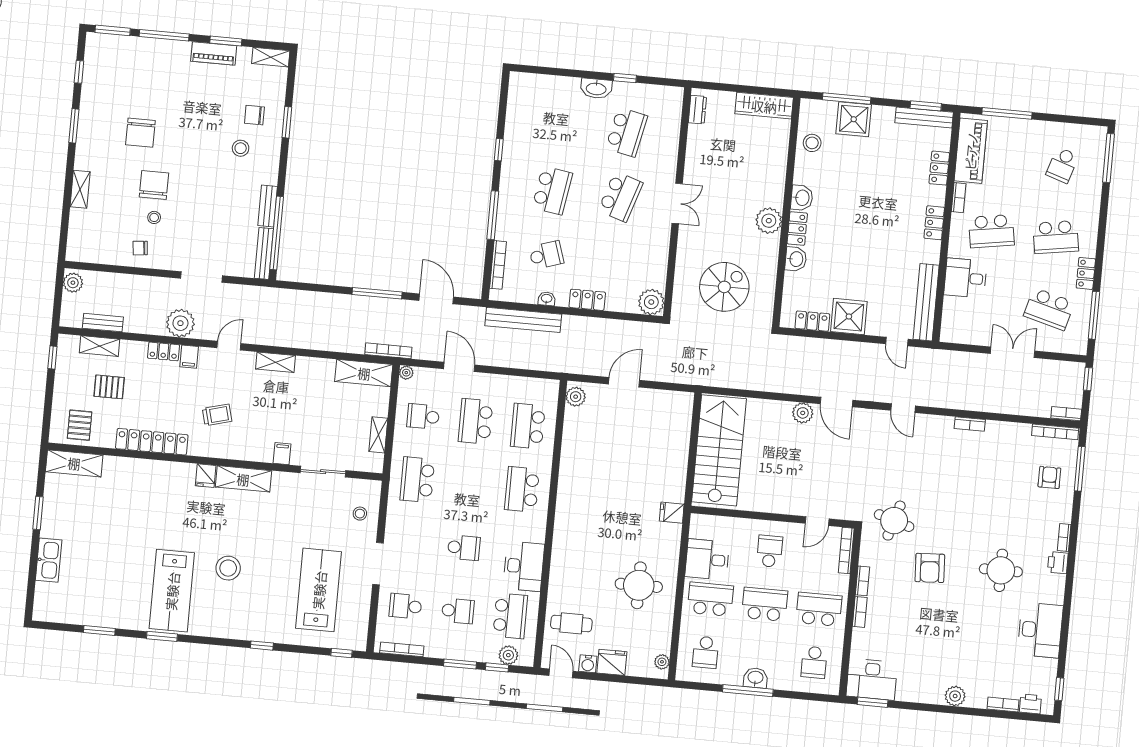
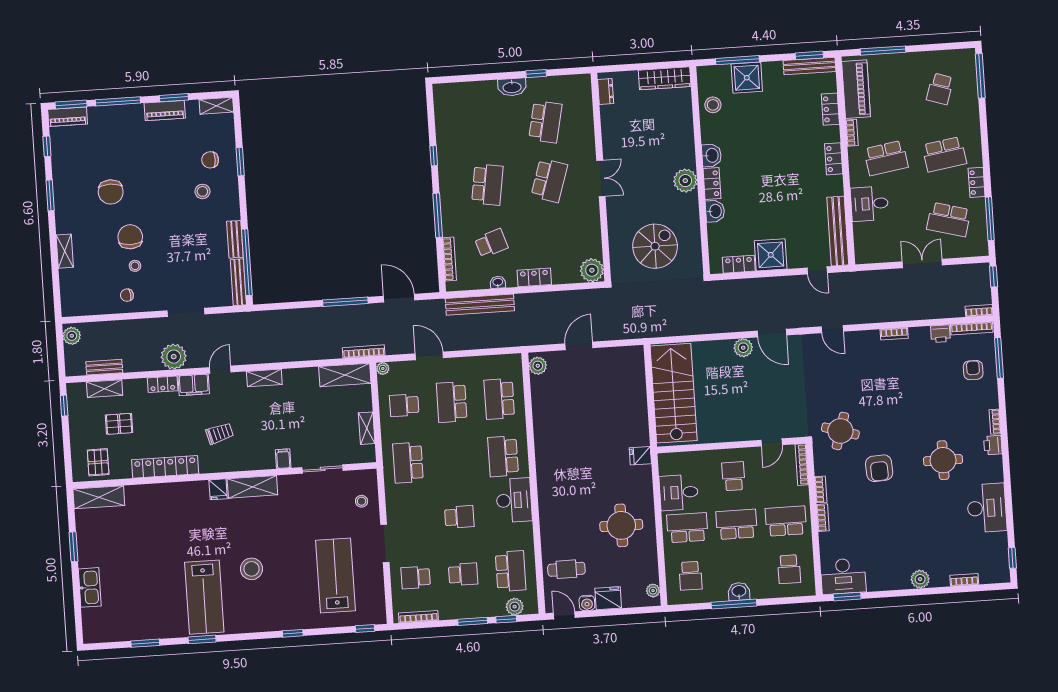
piano: (107, 43) -> (68, 117), added
filing cabinet: (189, 357) -> (194, 385), width x2.00
desk: (524, 566) -> (514, 500), moved
printer: (1030, 704) -> (940, 334), moved, turned 180

